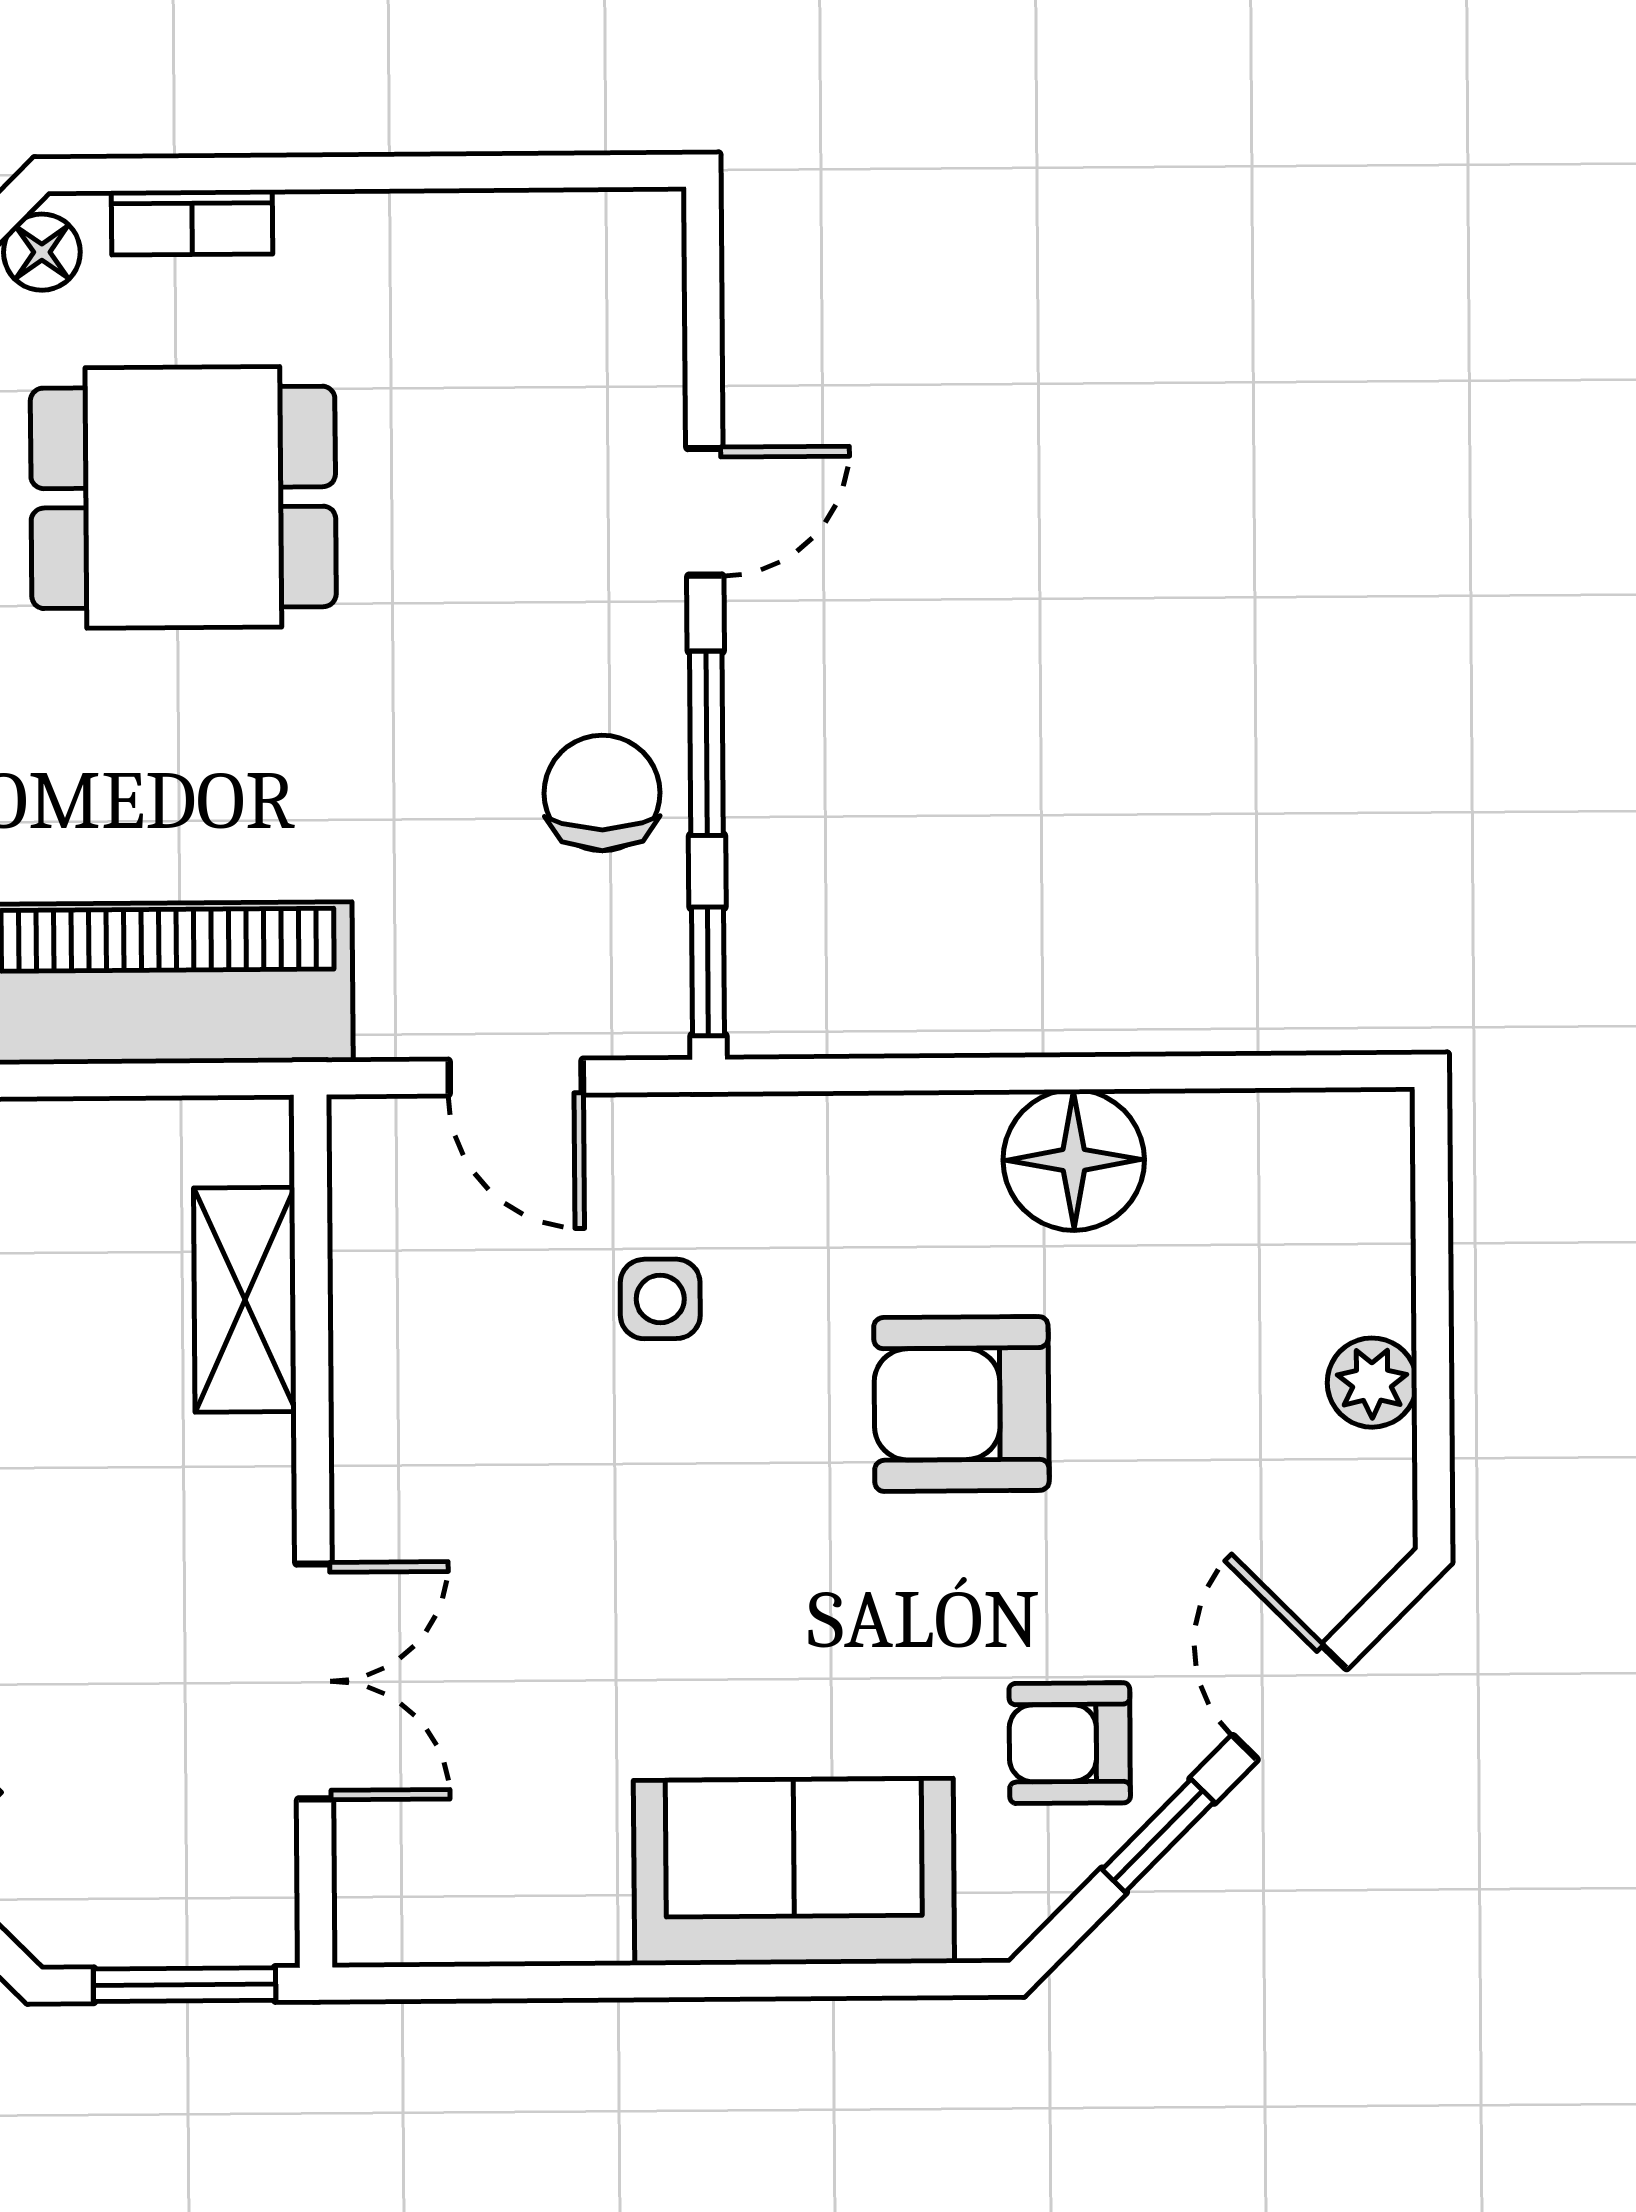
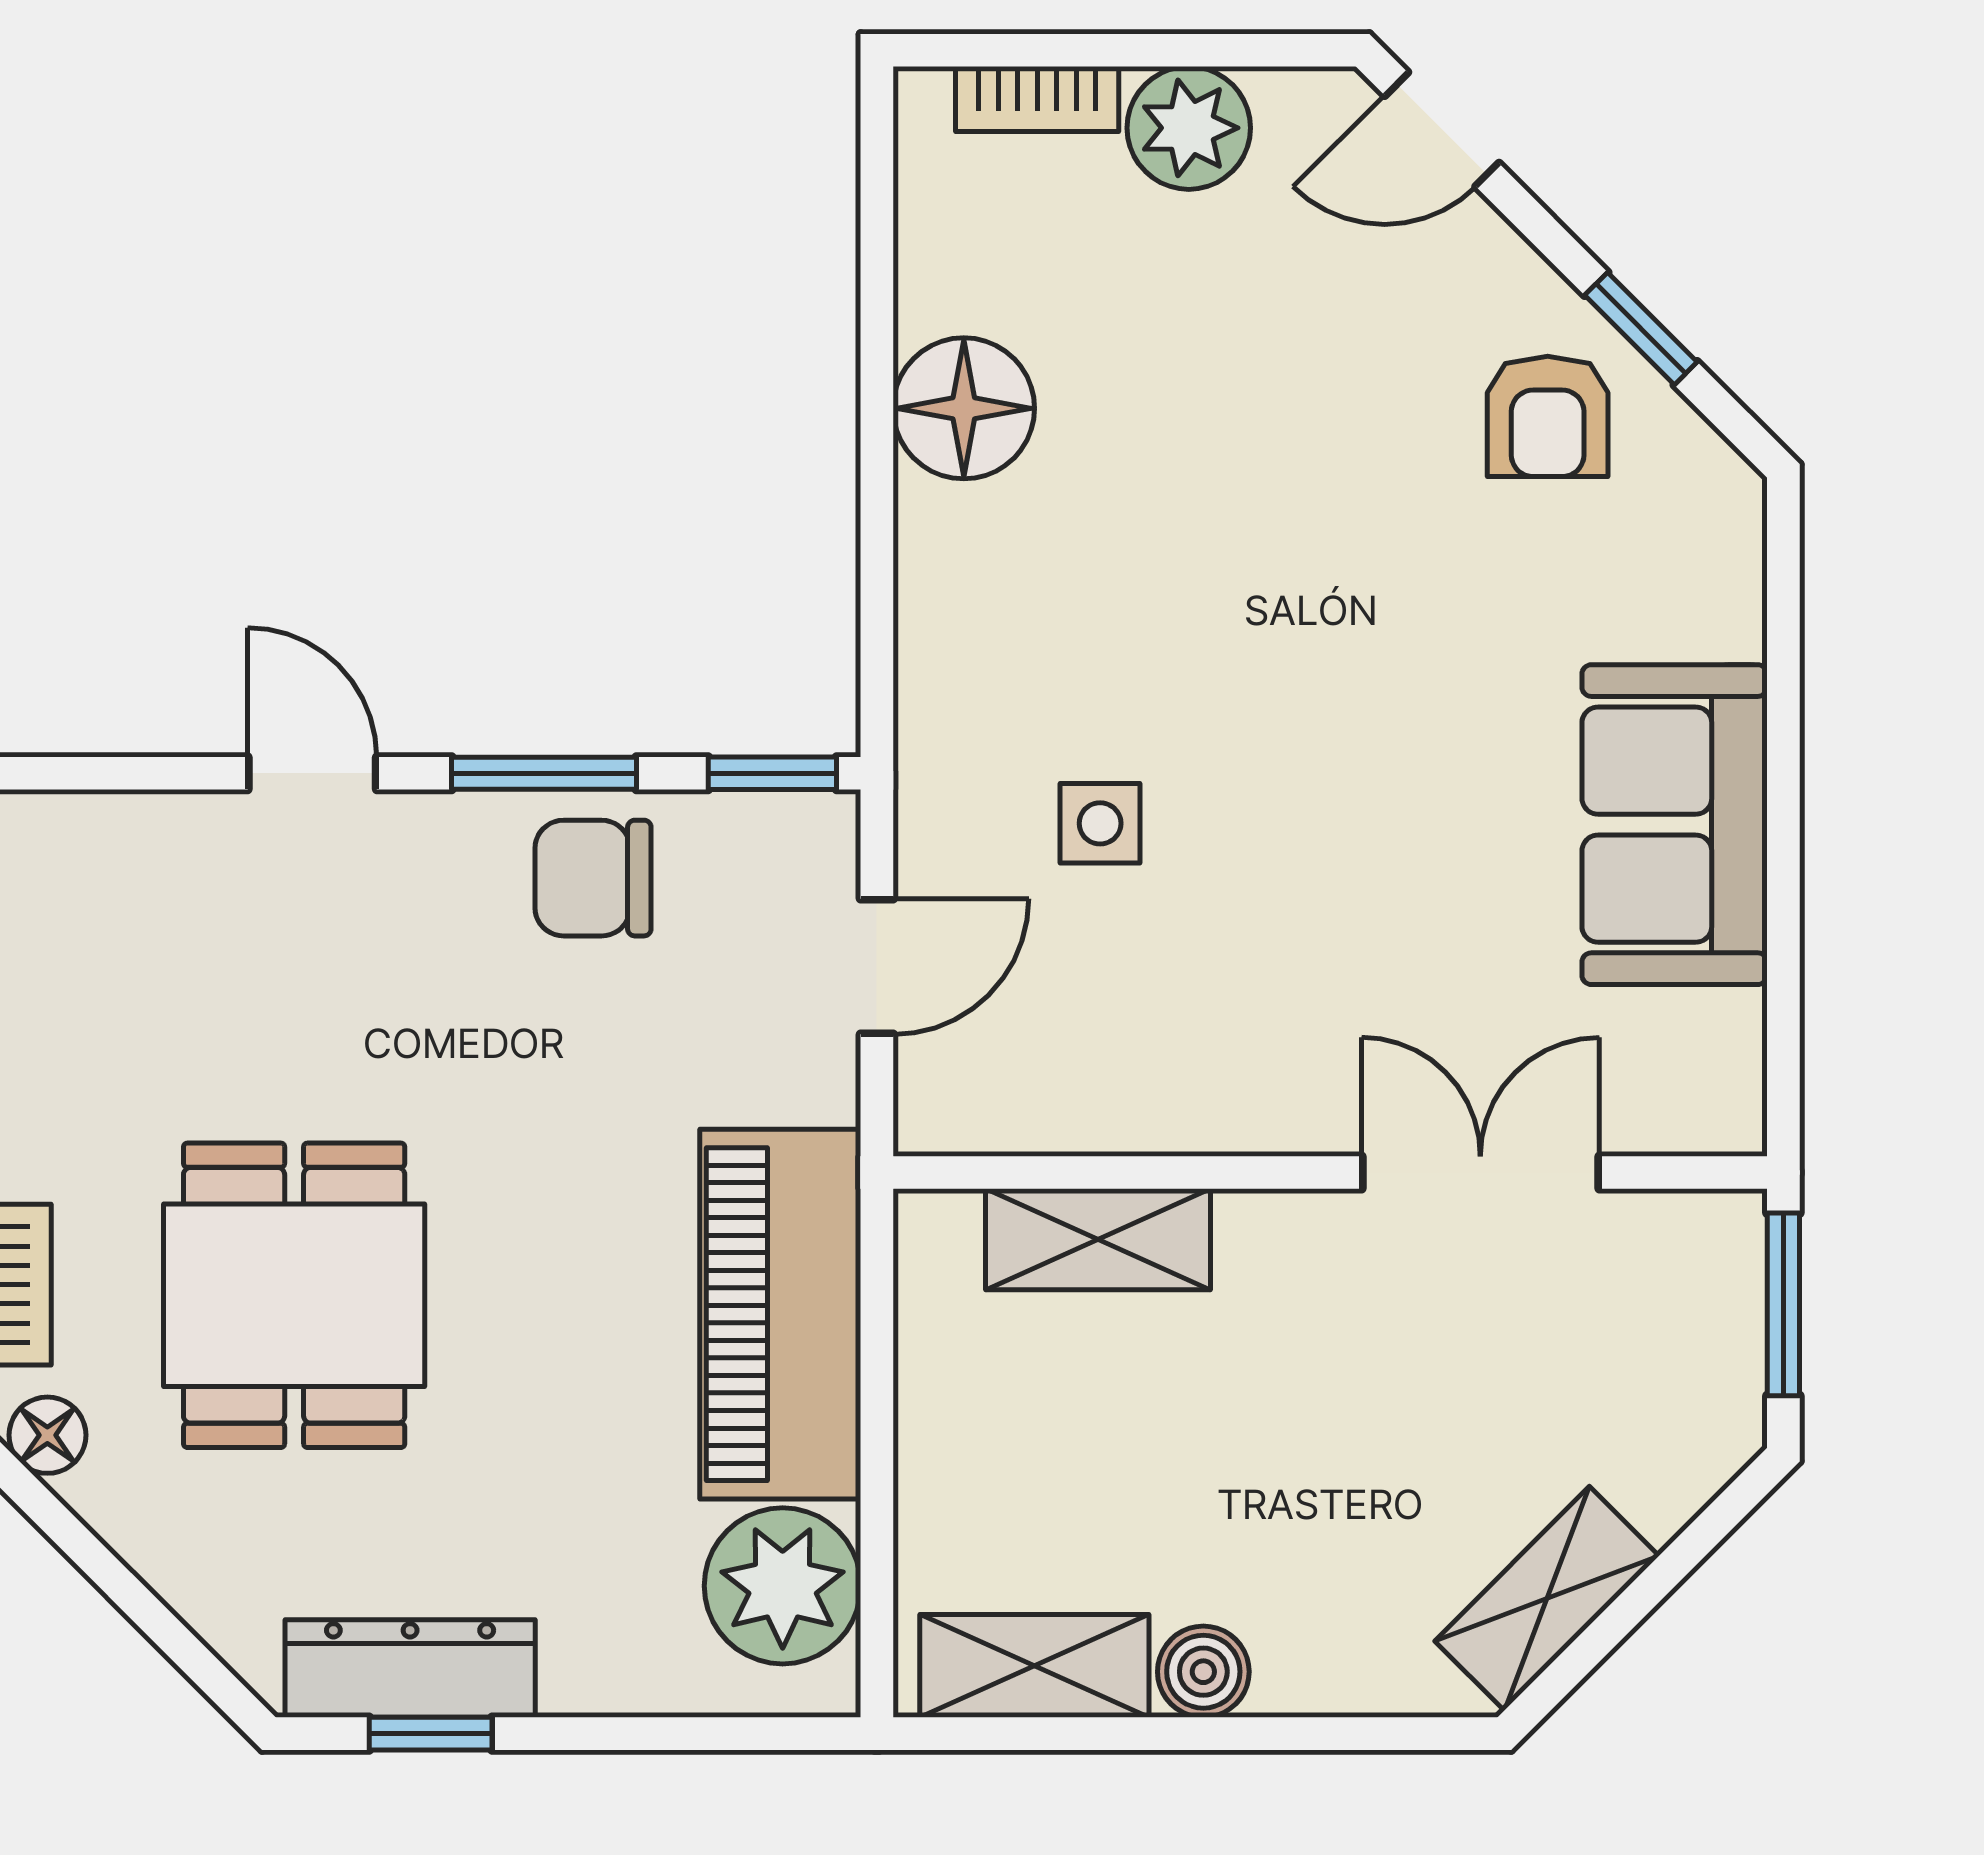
bookcase: (1383, 1231) -> (1037, 99), added
plant: (1372, 1383) -> (1189, 128), width x1.38, depth x1.38
armchair: (961, 1404) -> (1207, 522), removed
door: (1290, 1702) -> (1442, 129), moved
sofa: (794, 1872) -> (1675, 825), moved

